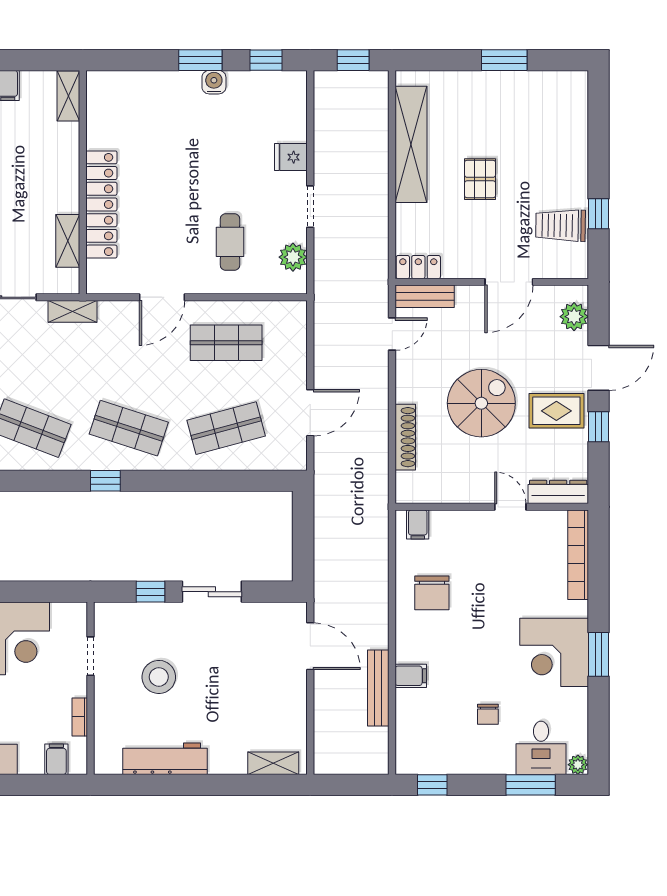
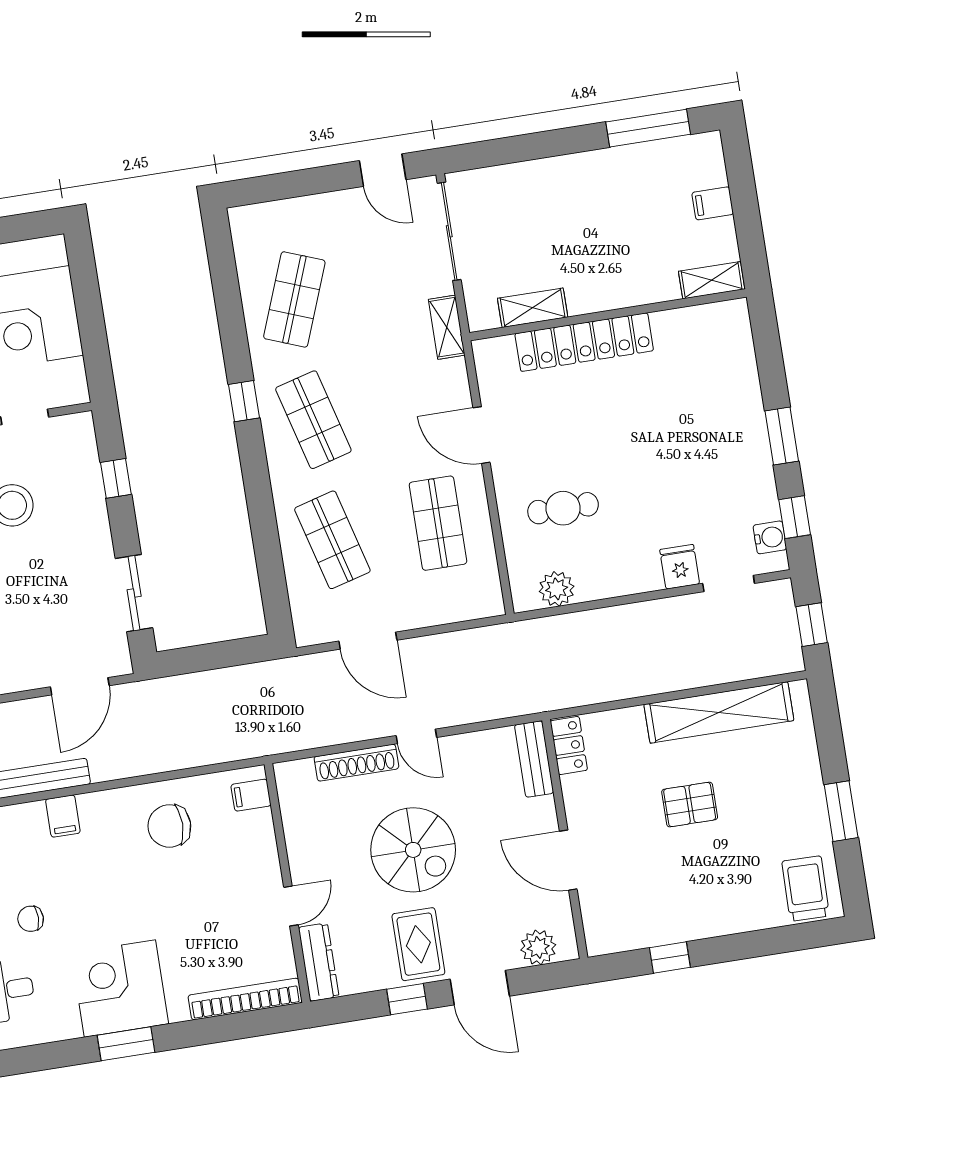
water cooler: (214, 82) -> (770, 537), moved
doorway: (310, 207) -> (729, 583), moved
trolley: (561, 225) -> (806, 889), moved
door: (392, 334) -> (416, 736), moved
shop shelf: (129, 428) -> (313, 420), turned -33
sliding door: (212, 592) -> (134, 593), moved

